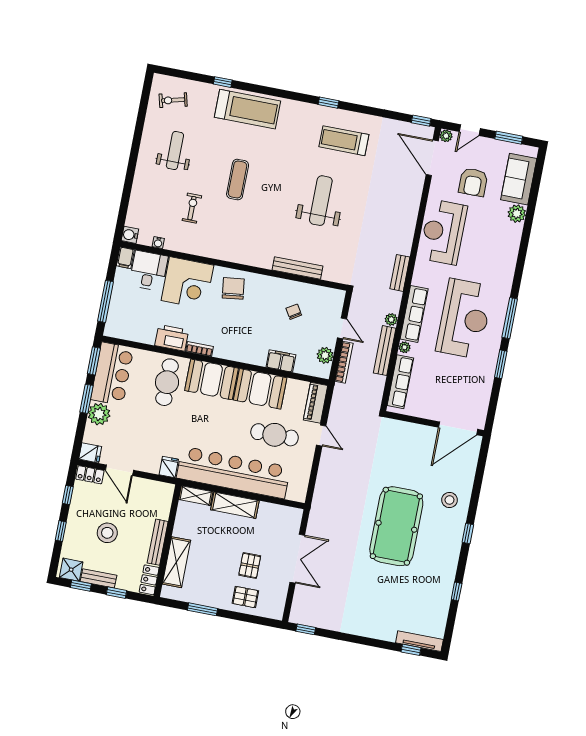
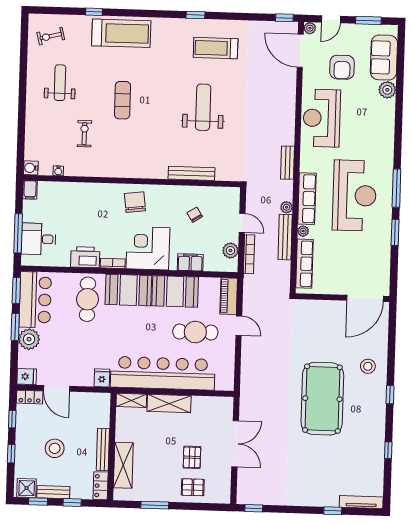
desk: (149, 271) -> (39, 239), moved, turned -90
corner desk: (187, 283) -> (148, 248), moved, turned 180
window: (411, 650) -> (333, 511), moved

